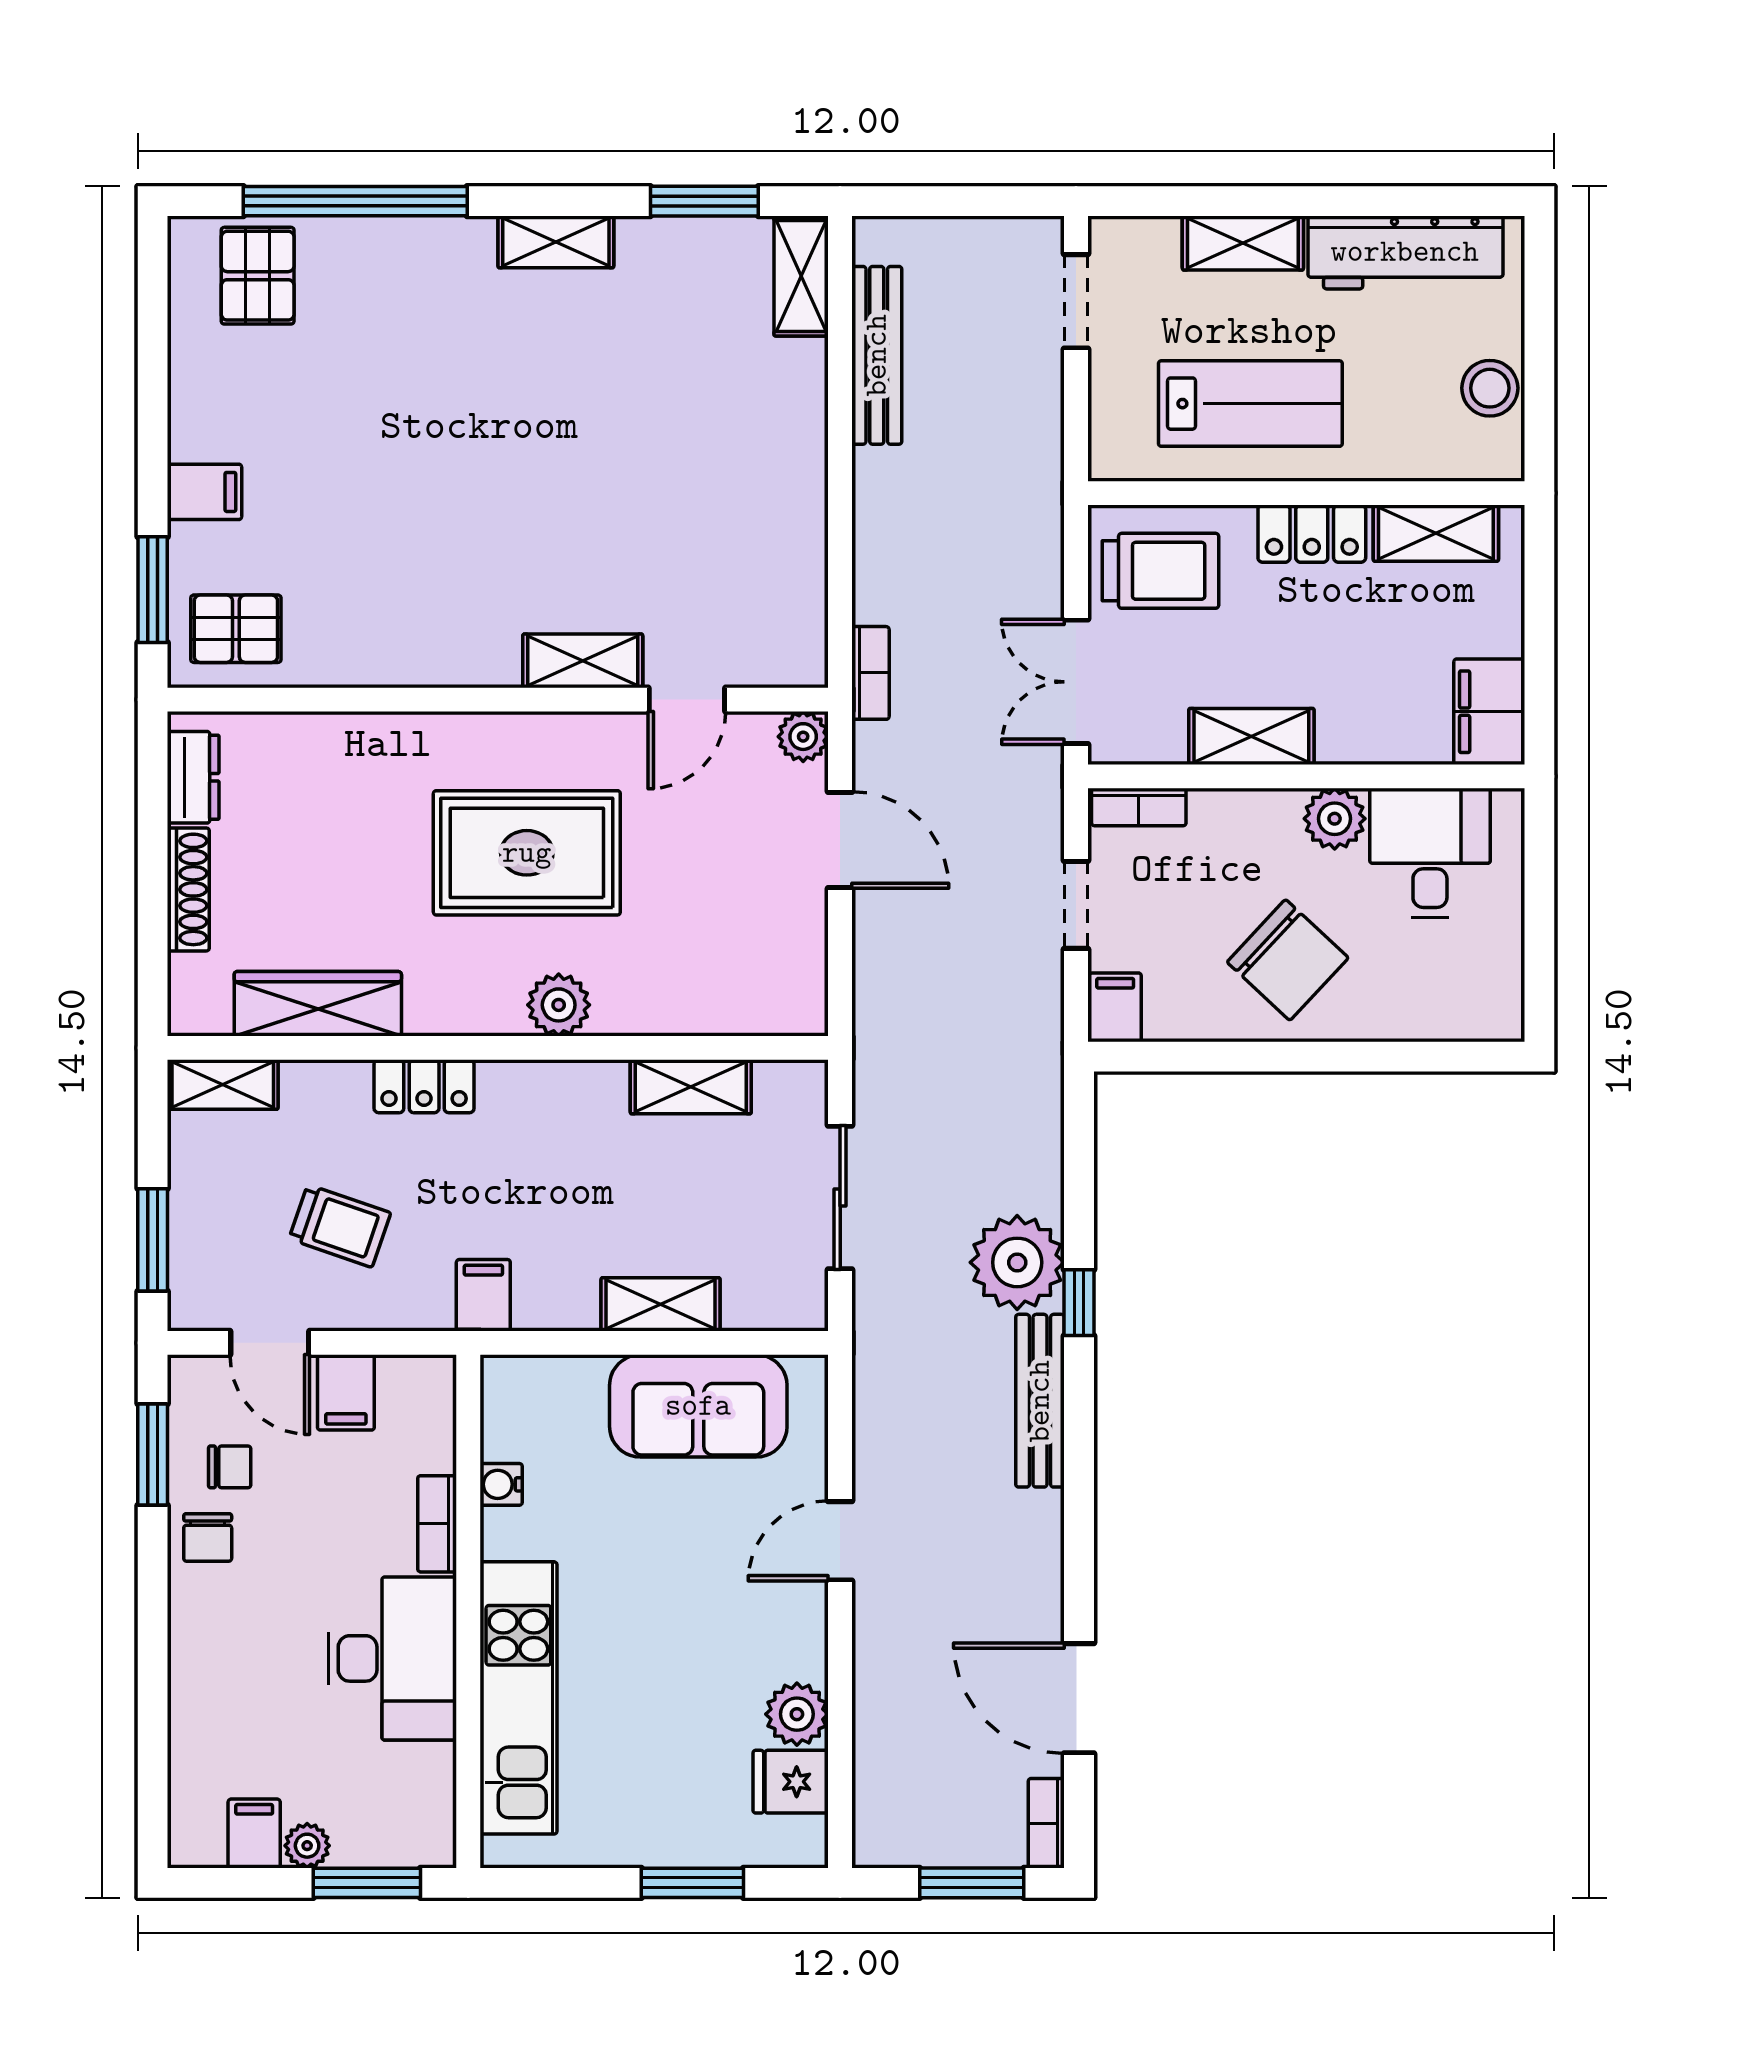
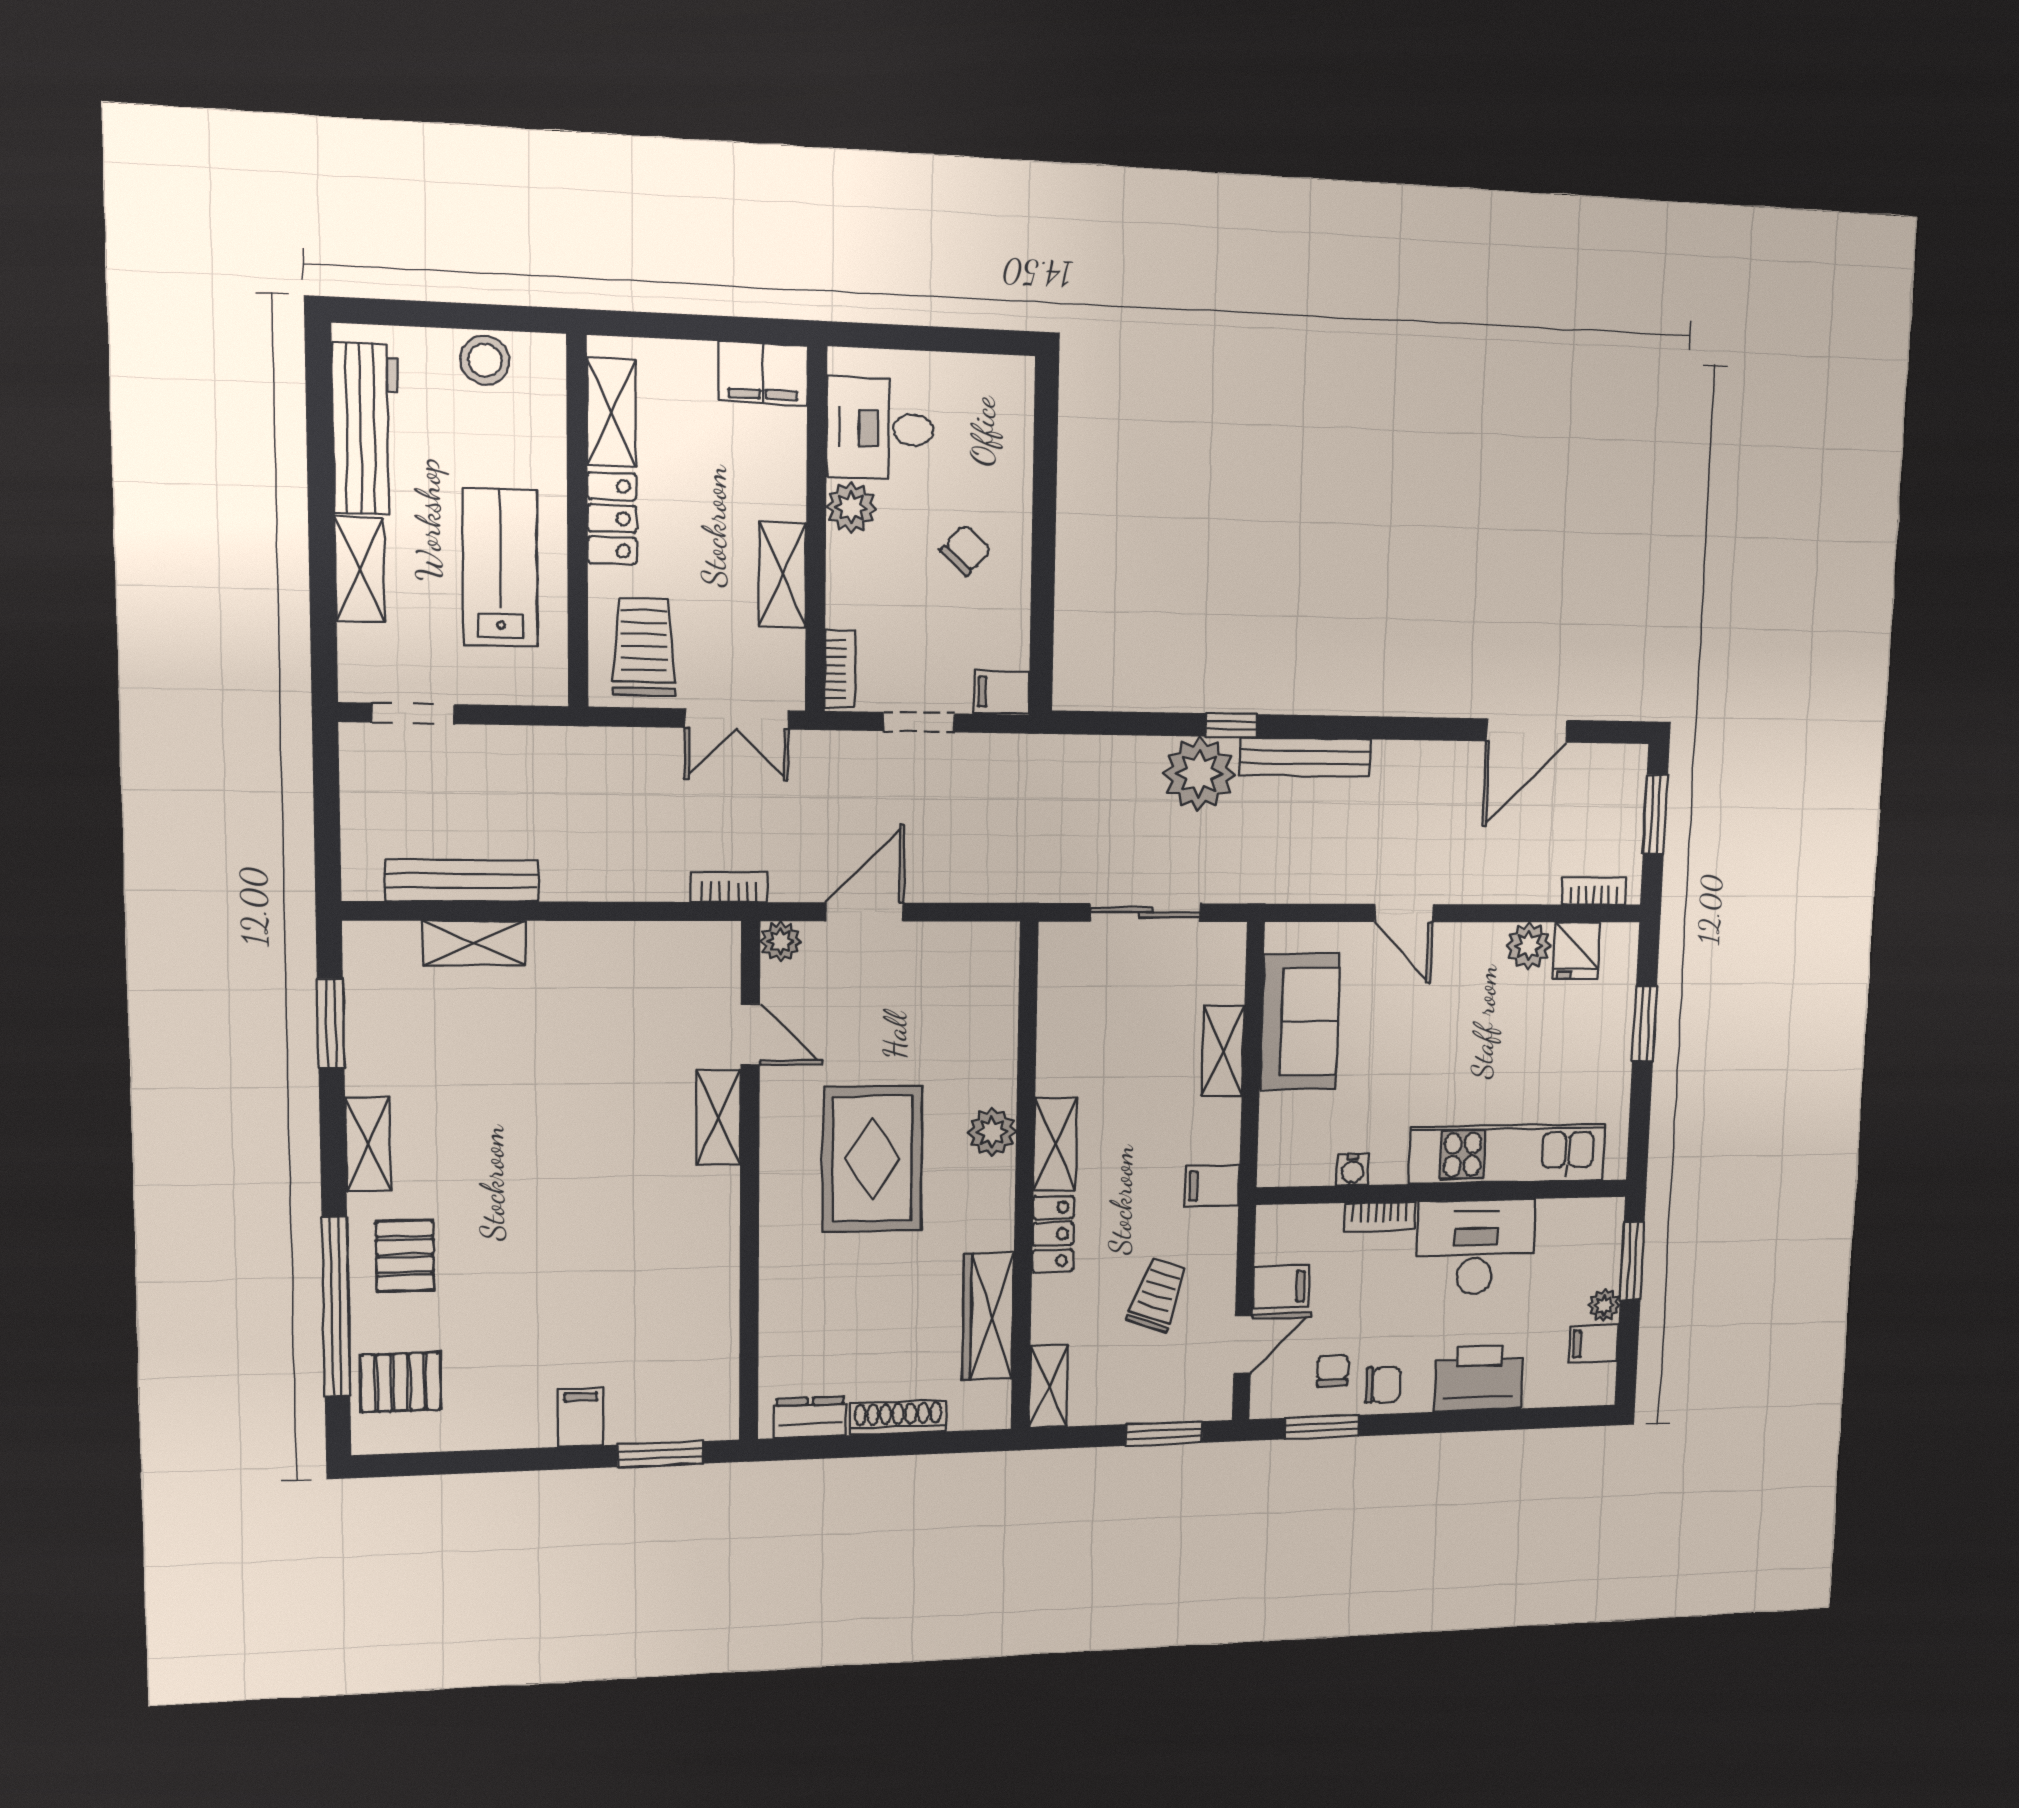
shelving: (801, 276) -> (474, 943), moved
pallet: (236, 629) -> (405, 1256), moved
chair: (1288, 960) -> (966, 550), width x0.54, depth x0.54
shelving: (691, 1087) -> (1055, 1144), moved
printer: (212, 1671) -> (1479, 1378), added
bookcase: (1046, 1823) -> (1594, 891), moved, turned 180

